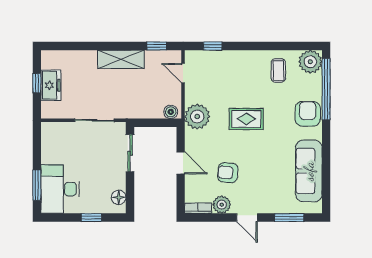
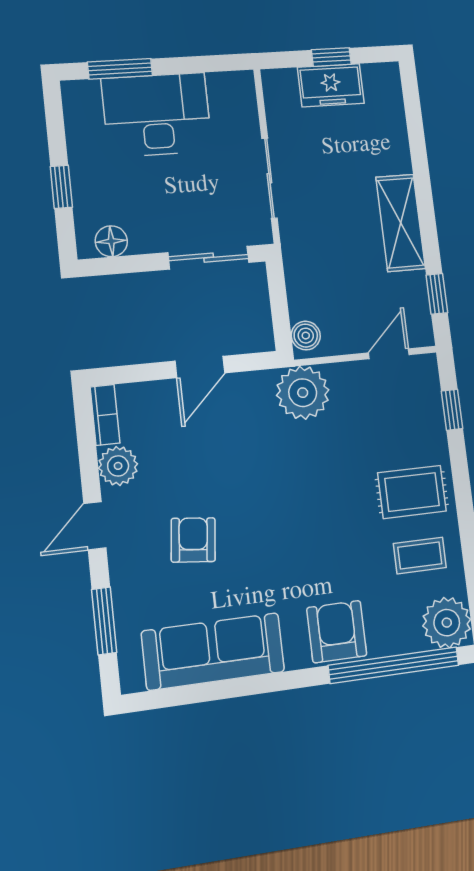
armchair: (308, 114) -> (337, 632), turned -90
rug: (246, 119) -> (412, 492), moved, turned 90
armchair: (228, 173) -> (193, 540), moved
desk: (60, 189) -> (157, 115), moved

